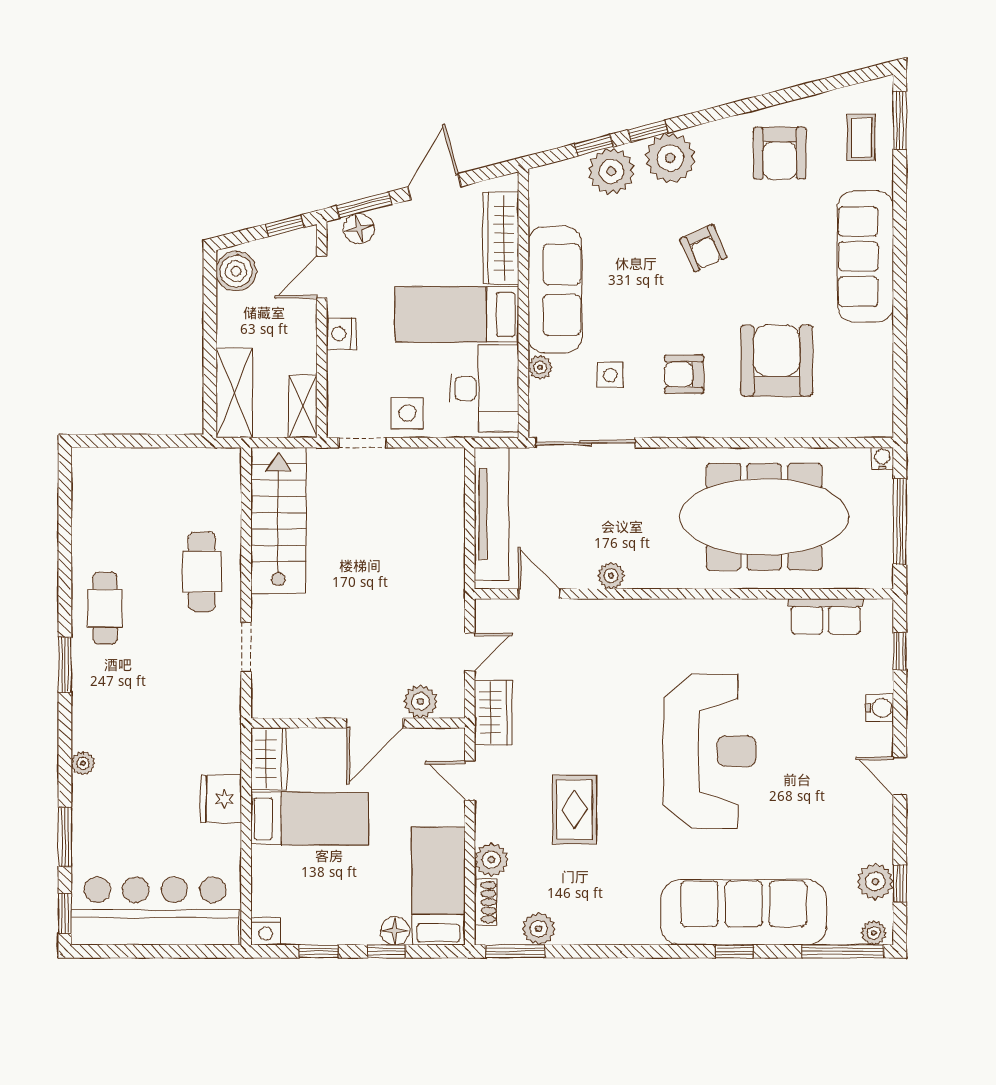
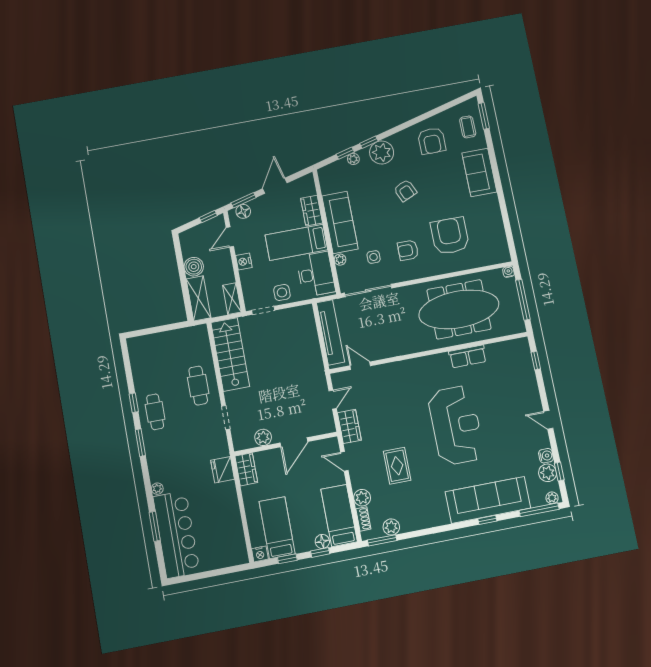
plant: (611, 171) -> (353, 159), width x0.53, depth x0.53
wardrobe: (501, 238) -> (312, 211), width x0.67
sofa: (865, 256) -> (479, 172), width x0.73
boiler: (236, 271) -> (194, 267), moved
plant: (611, 576) -> (392, 351), removed
row of seats: (826, 616) -> (468, 356), moved
plant: (420, 701) -> (263, 437), moved
water cooler: (880, 708) -> (546, 456), moved
fridge: (221, 799) -> (223, 470), moved
bed: (309, 819) -> (277, 528), moved, turned -90
bar counter: (155, 911) -> (176, 534), moved, turned 90
window: (65, 914) -> (134, 403), moved

